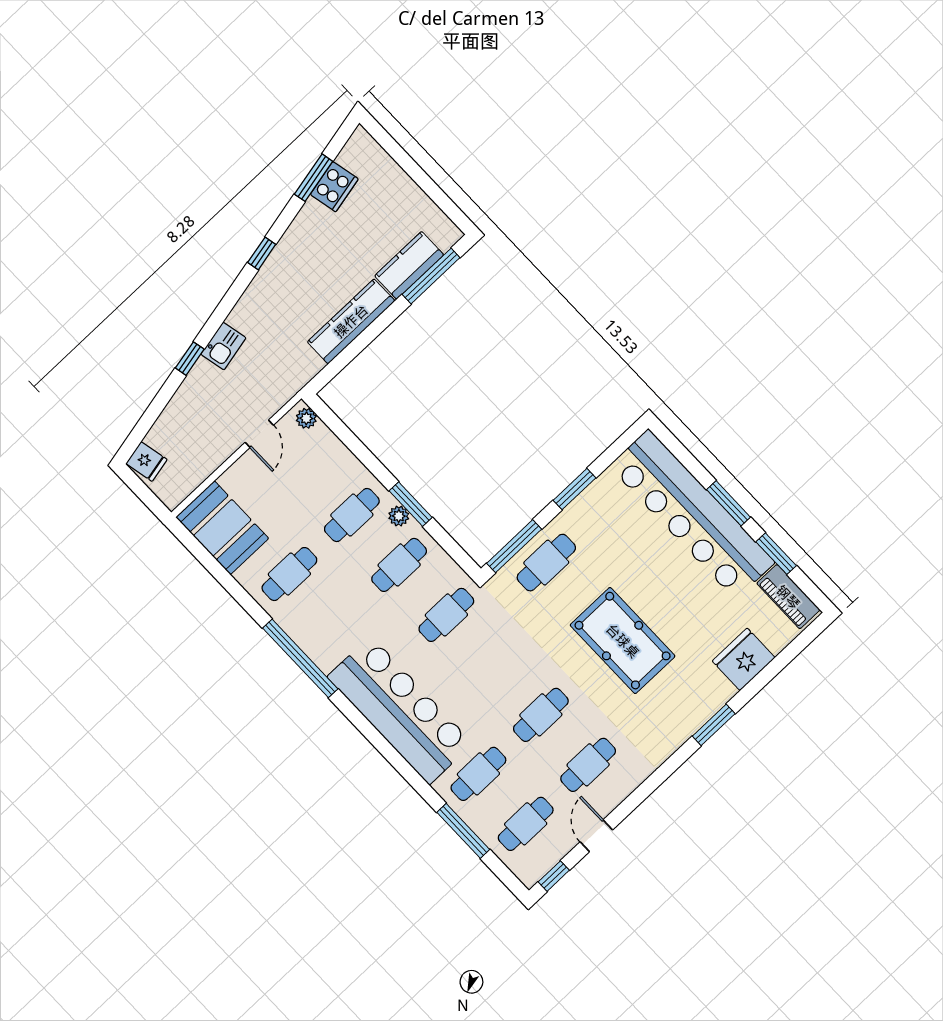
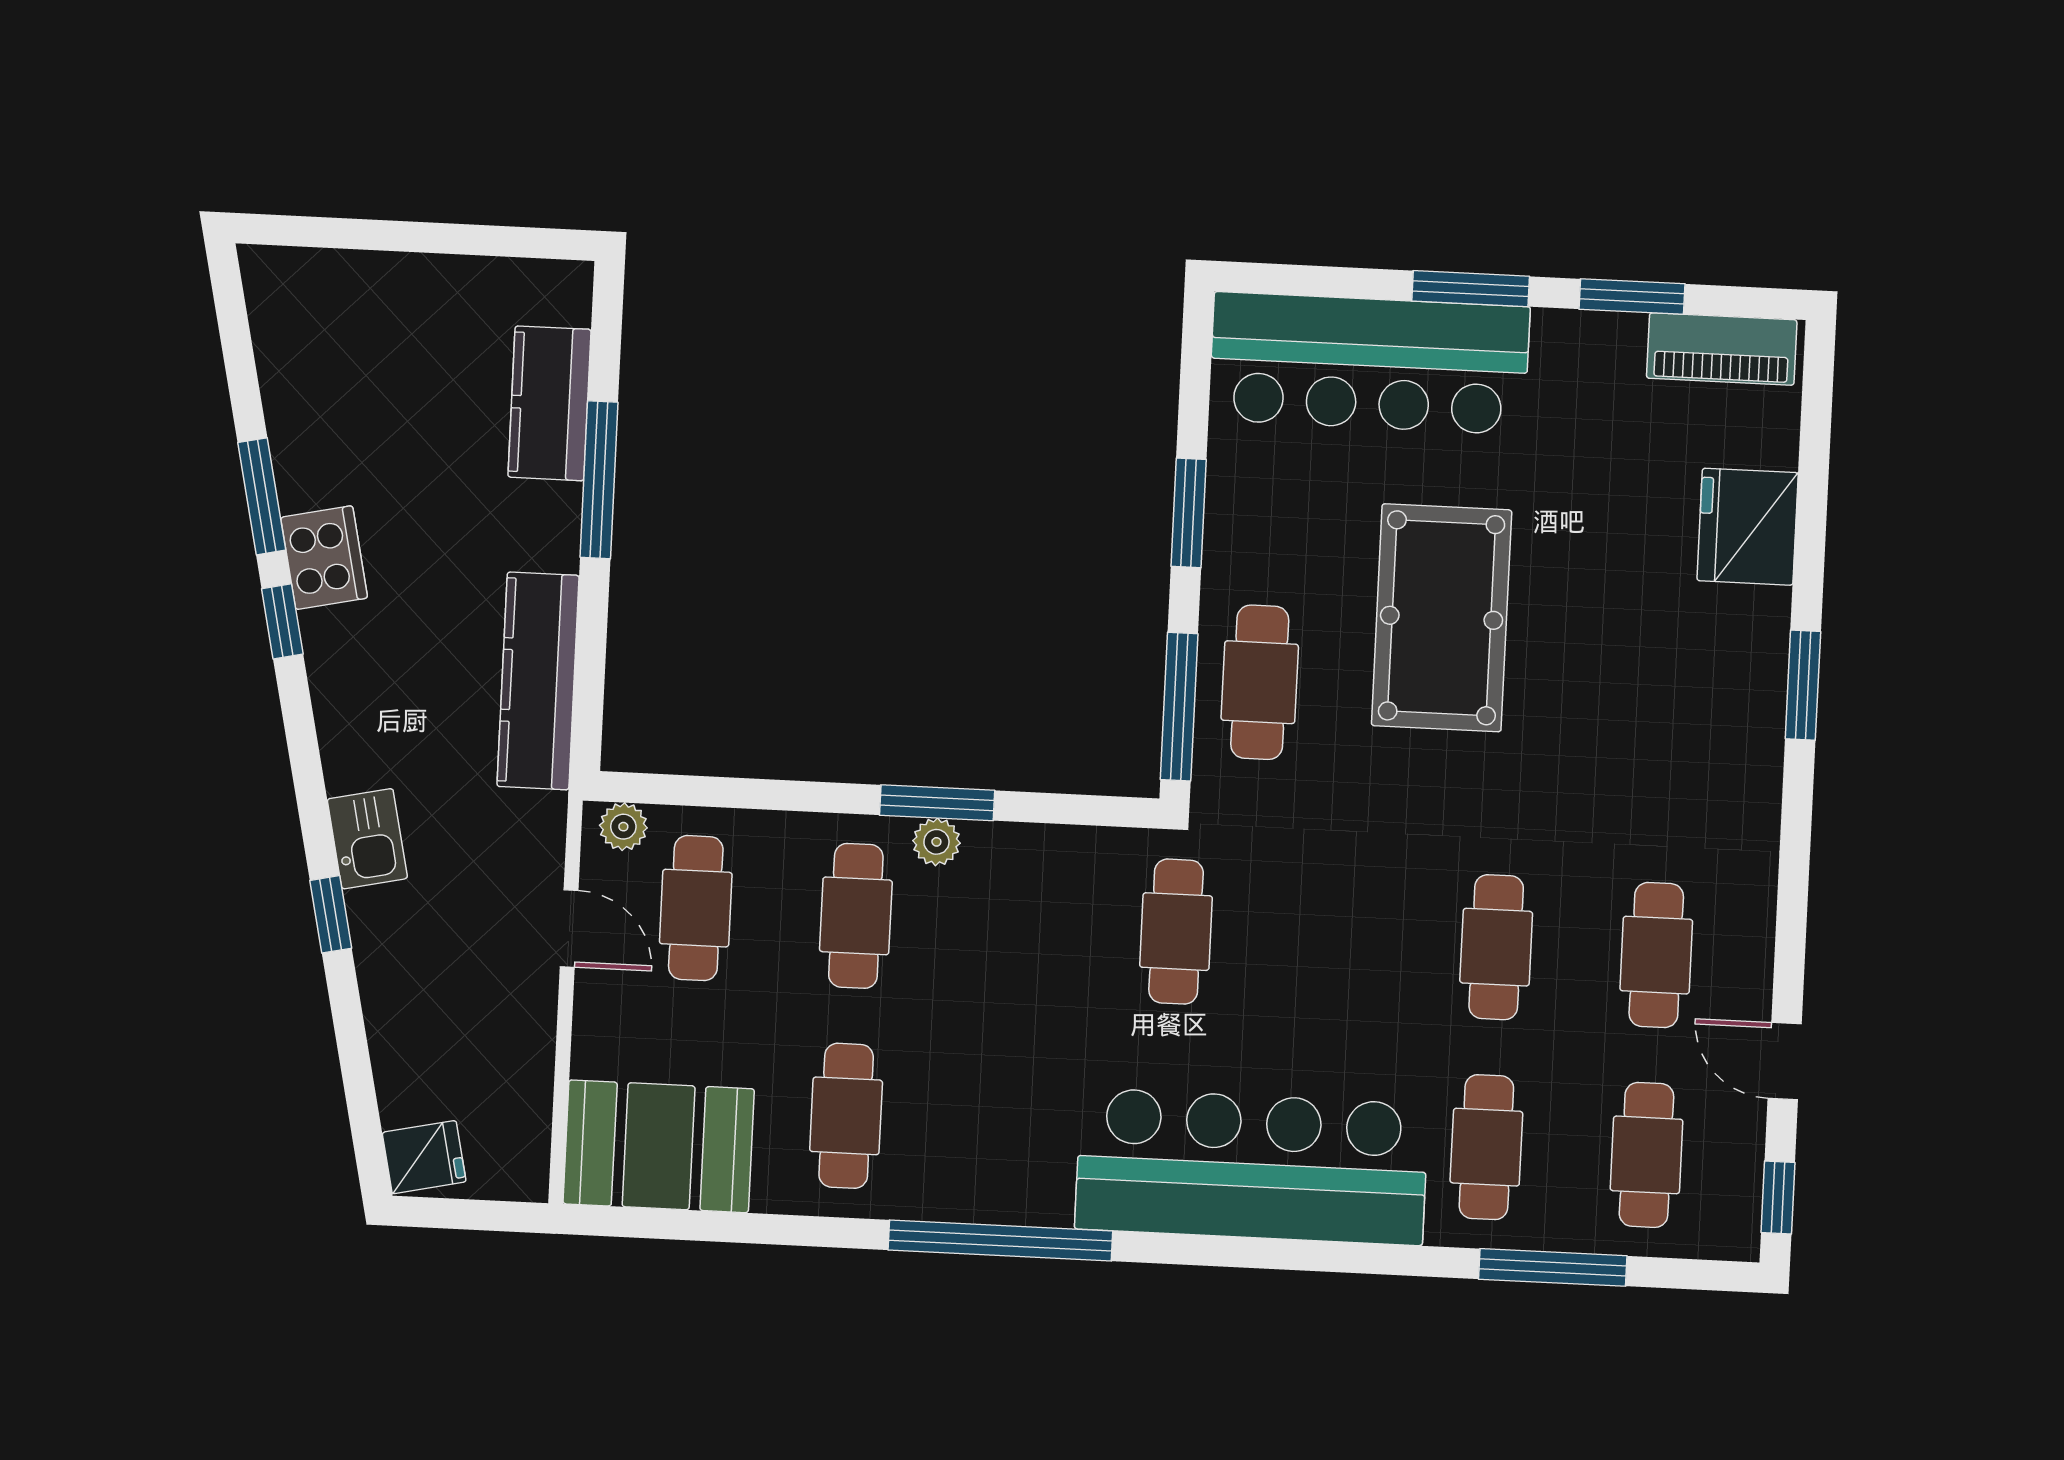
window: (314, 178) -> (262, 496), moved
cooker: (334, 187) -> (324, 558), moved
window: (431, 276) -> (599, 480), moved
kitchen counter: (351, 321) -> (538, 681), moved
bar counter: (692, 514) -> (1369, 363), width x0.73
cafe table: (399, 565) -> (696, 908), moved
pool table: (623, 641) -> (1442, 618), moved, turned 90

